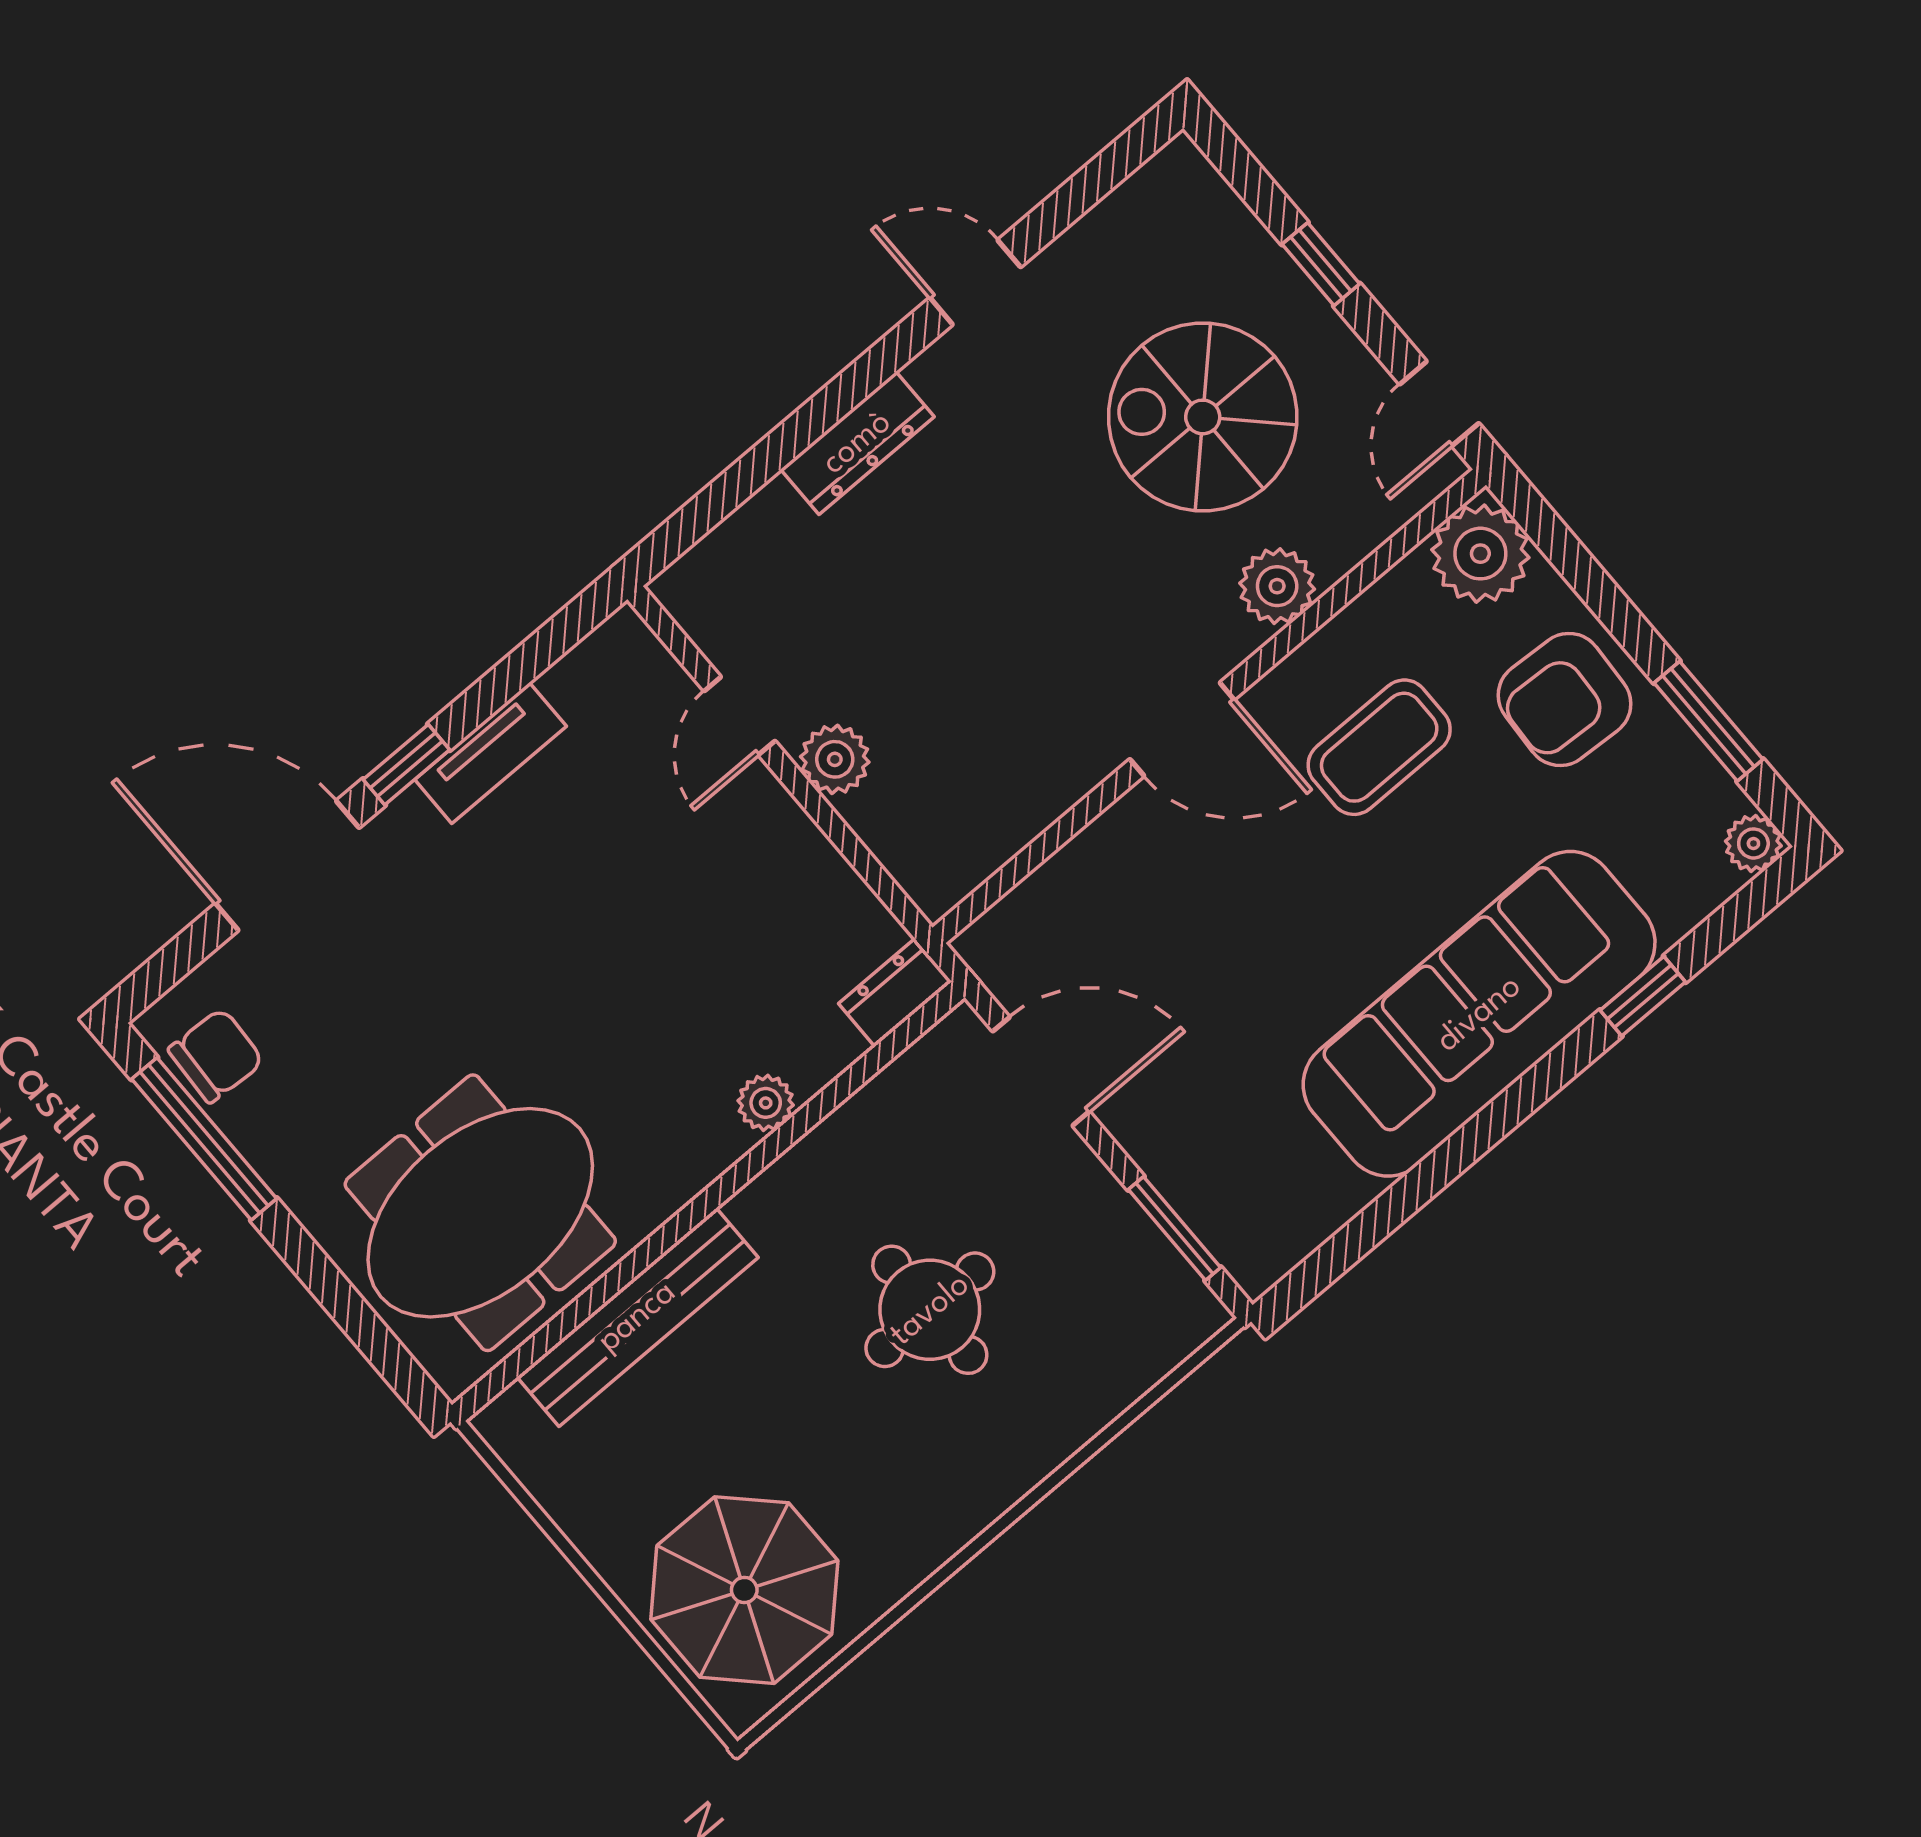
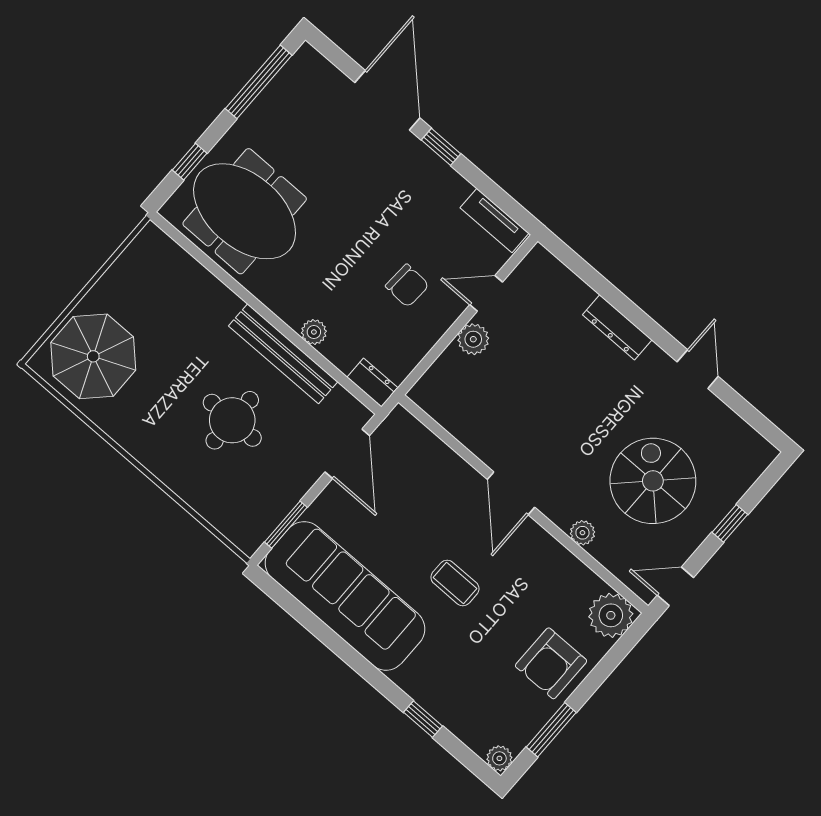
plant: (1277, 586) -> (582, 533), width x0.73, depth x0.73
armchair: (1565, 699) -> (551, 663), turned -93
coffee table: (1379, 747) -> (455, 583), moved, width x0.73, depth x0.77
tv unit: (491, 753) -> (494, 220), moved
sofa: (1479, 1014) -> (345, 596), moved
chair: (216, 1056) -> (407, 286), moved
window: (354, 1315) -> (190, 162), added
bench: (637, 1317) -> (283, 354), moved

